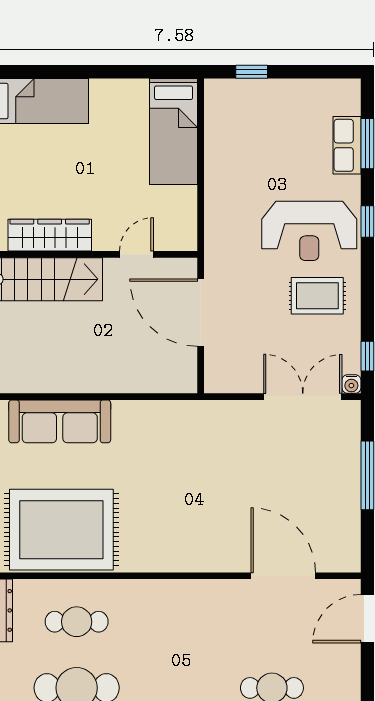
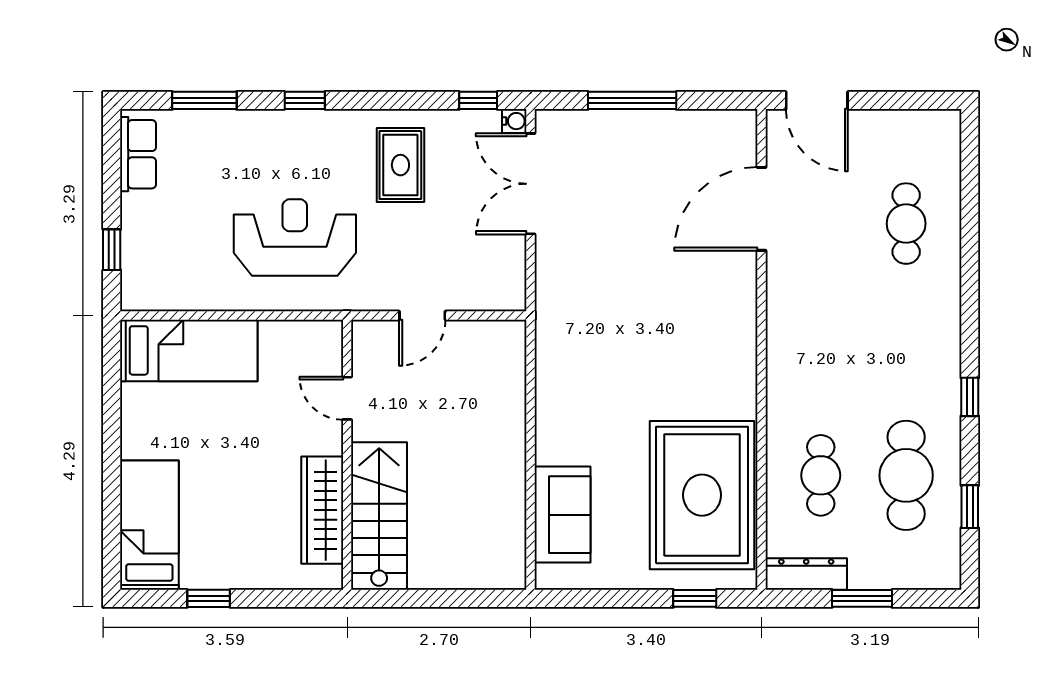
row of seats: (347, 145) -> (138, 154), moved, turned -90
reception desk: (309, 231) -> (295, 238), moved, turned -90
door: (201, 313) -> (422, 315), width x0.53
sofa: (60, 421) -> (562, 515), width x0.73

